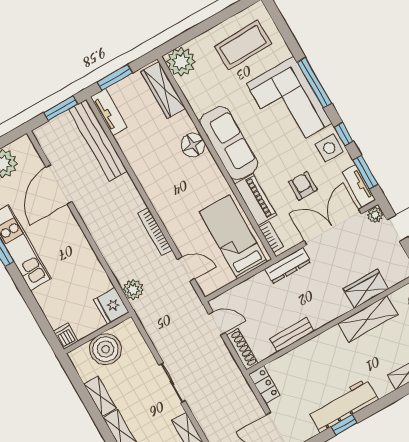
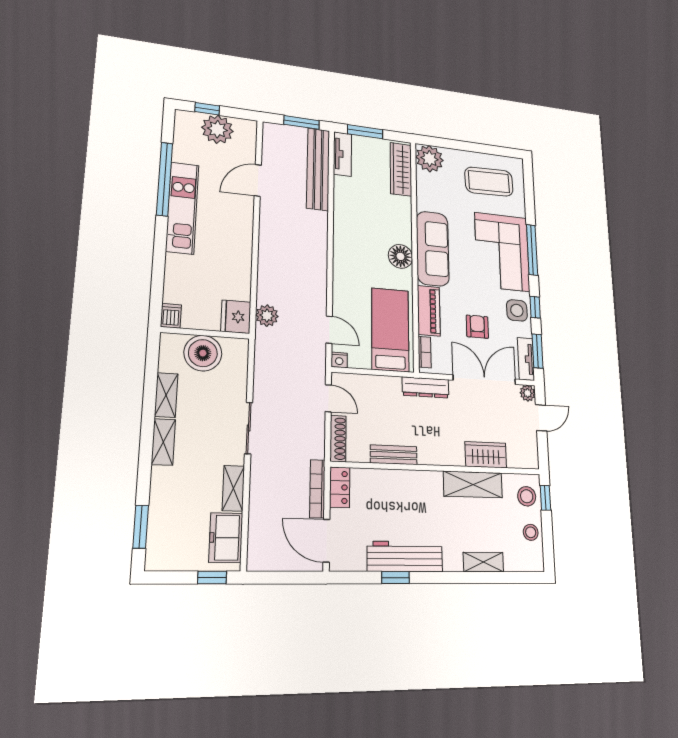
floor lamp: (193, 145) -> (400, 256), moved
door: (59, 184) -> (258, 180), width x0.73
bookcase: (155, 232) -> (317, 489), moved
nightstand: (208, 288) -> (339, 360), added

